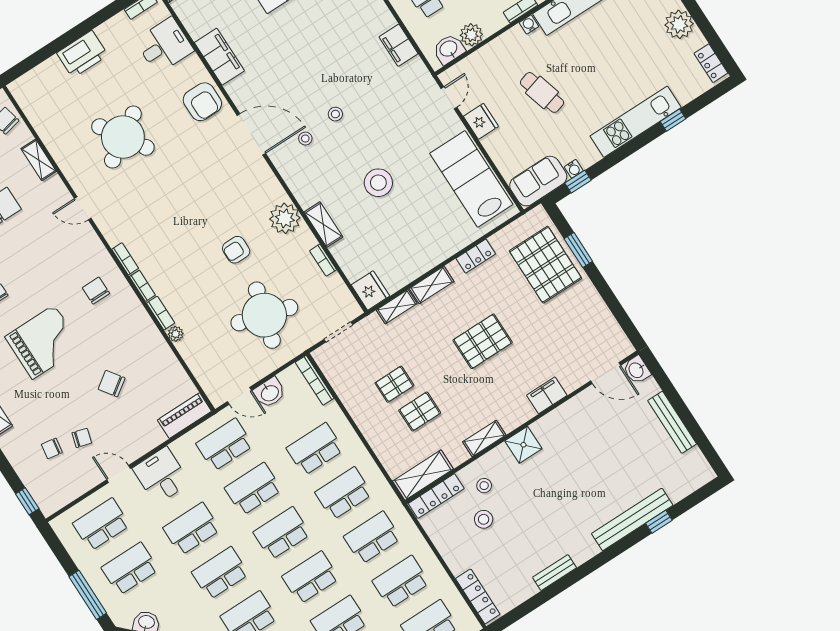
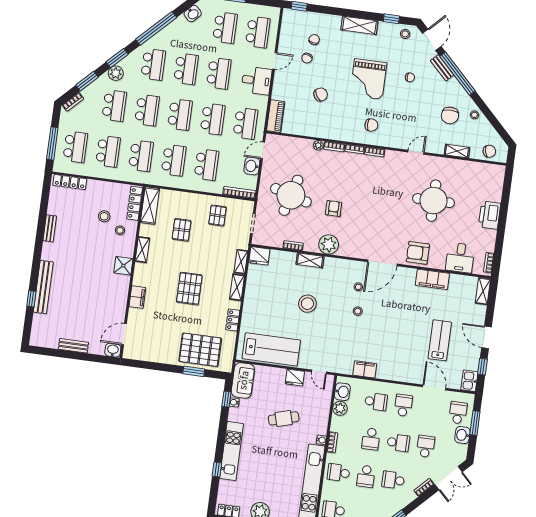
round table: (123, 137) -> (434, 201), turned 33
pallet: (394, 384) -> (217, 215), moved
bench: (672, 422) -> (73, 346), width x0.73

